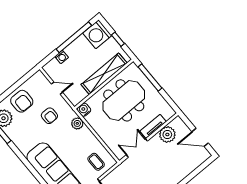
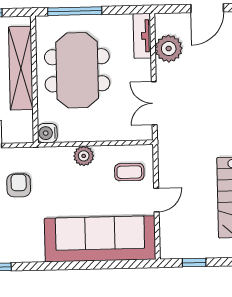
armchair: (49, 116) -> (19, 185), turned -90
plant: (77, 123) -> (84, 156), moved
tv unit: (153, 126) -> (142, 36), moved

